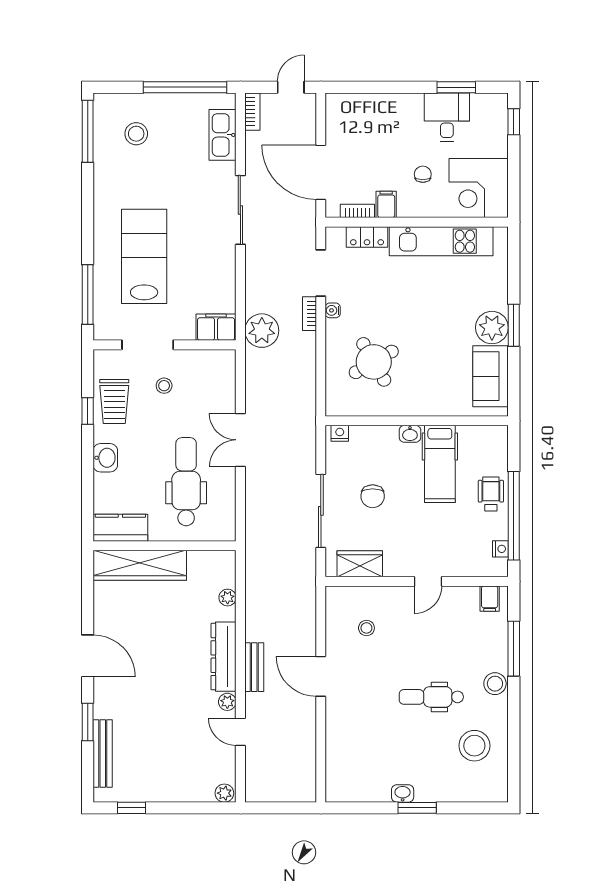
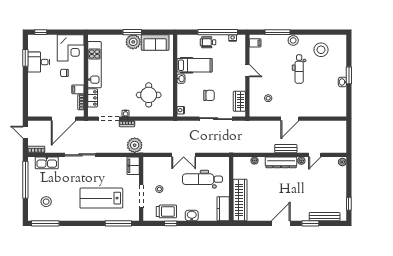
round table: (374, 362) -> (149, 95), turned 30

